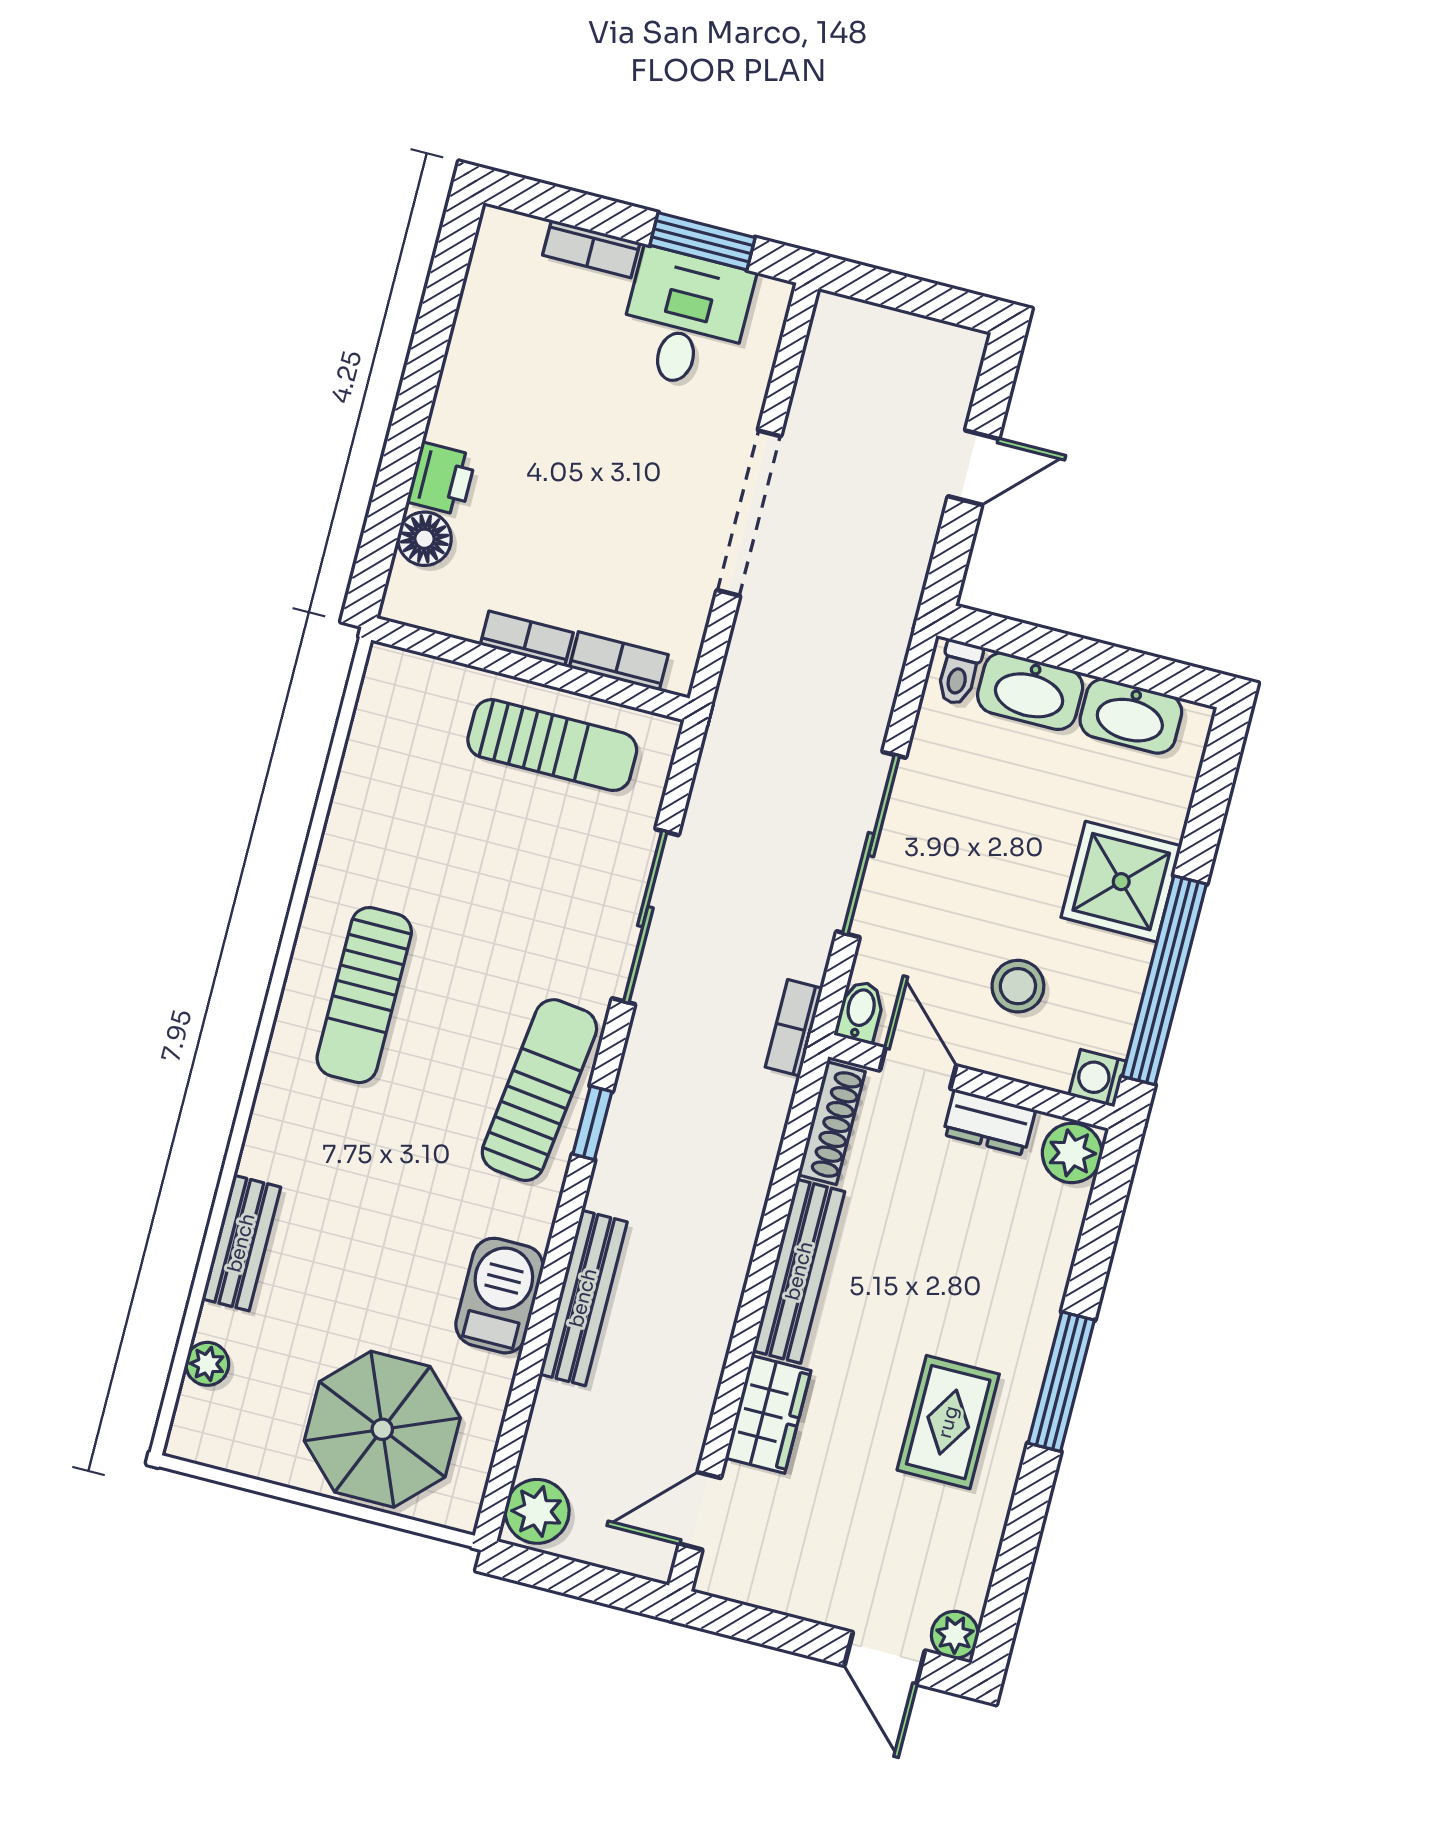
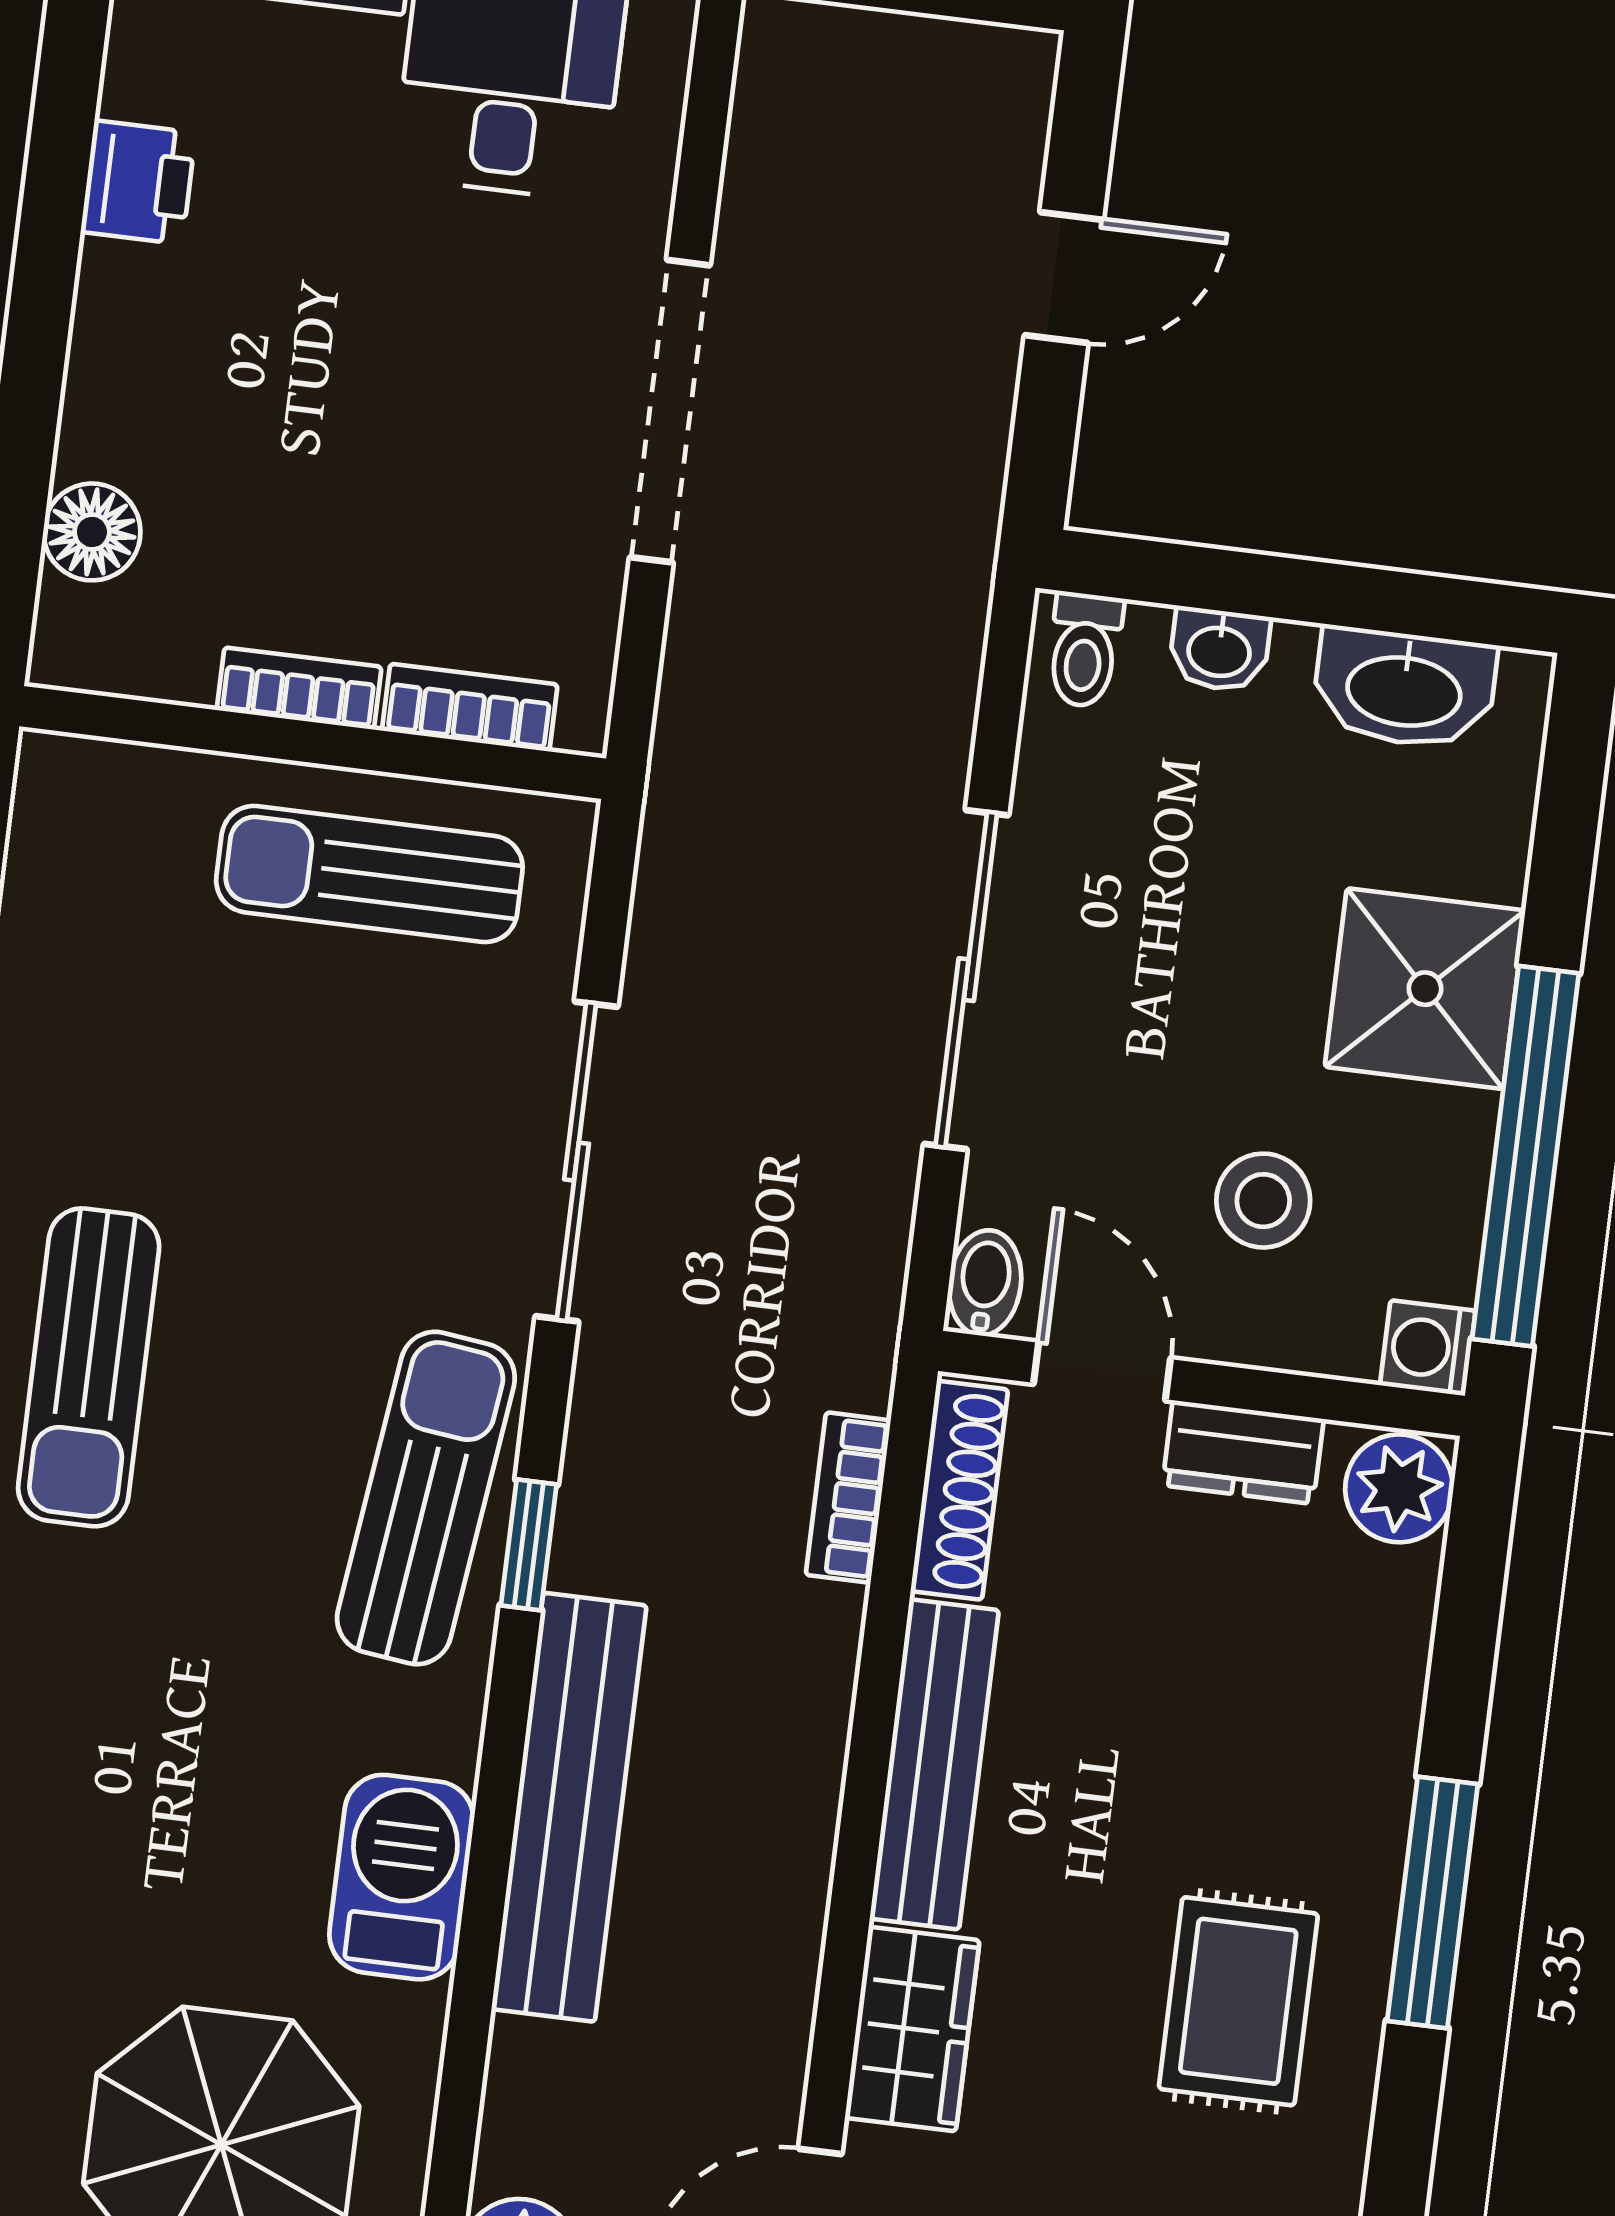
printer: (441, 479) -> (138, 182), moved
washbasin: (1030, 691) -> (1219, 650), width x0.52, depth x0.69
sun lounger: (552, 745) -> (369, 874), turned 180
bookcase: (794, 1028) -> (848, 1498), moved
bench: (583, 1298) -> (569, 1807), width x1.37, depth x1.21

